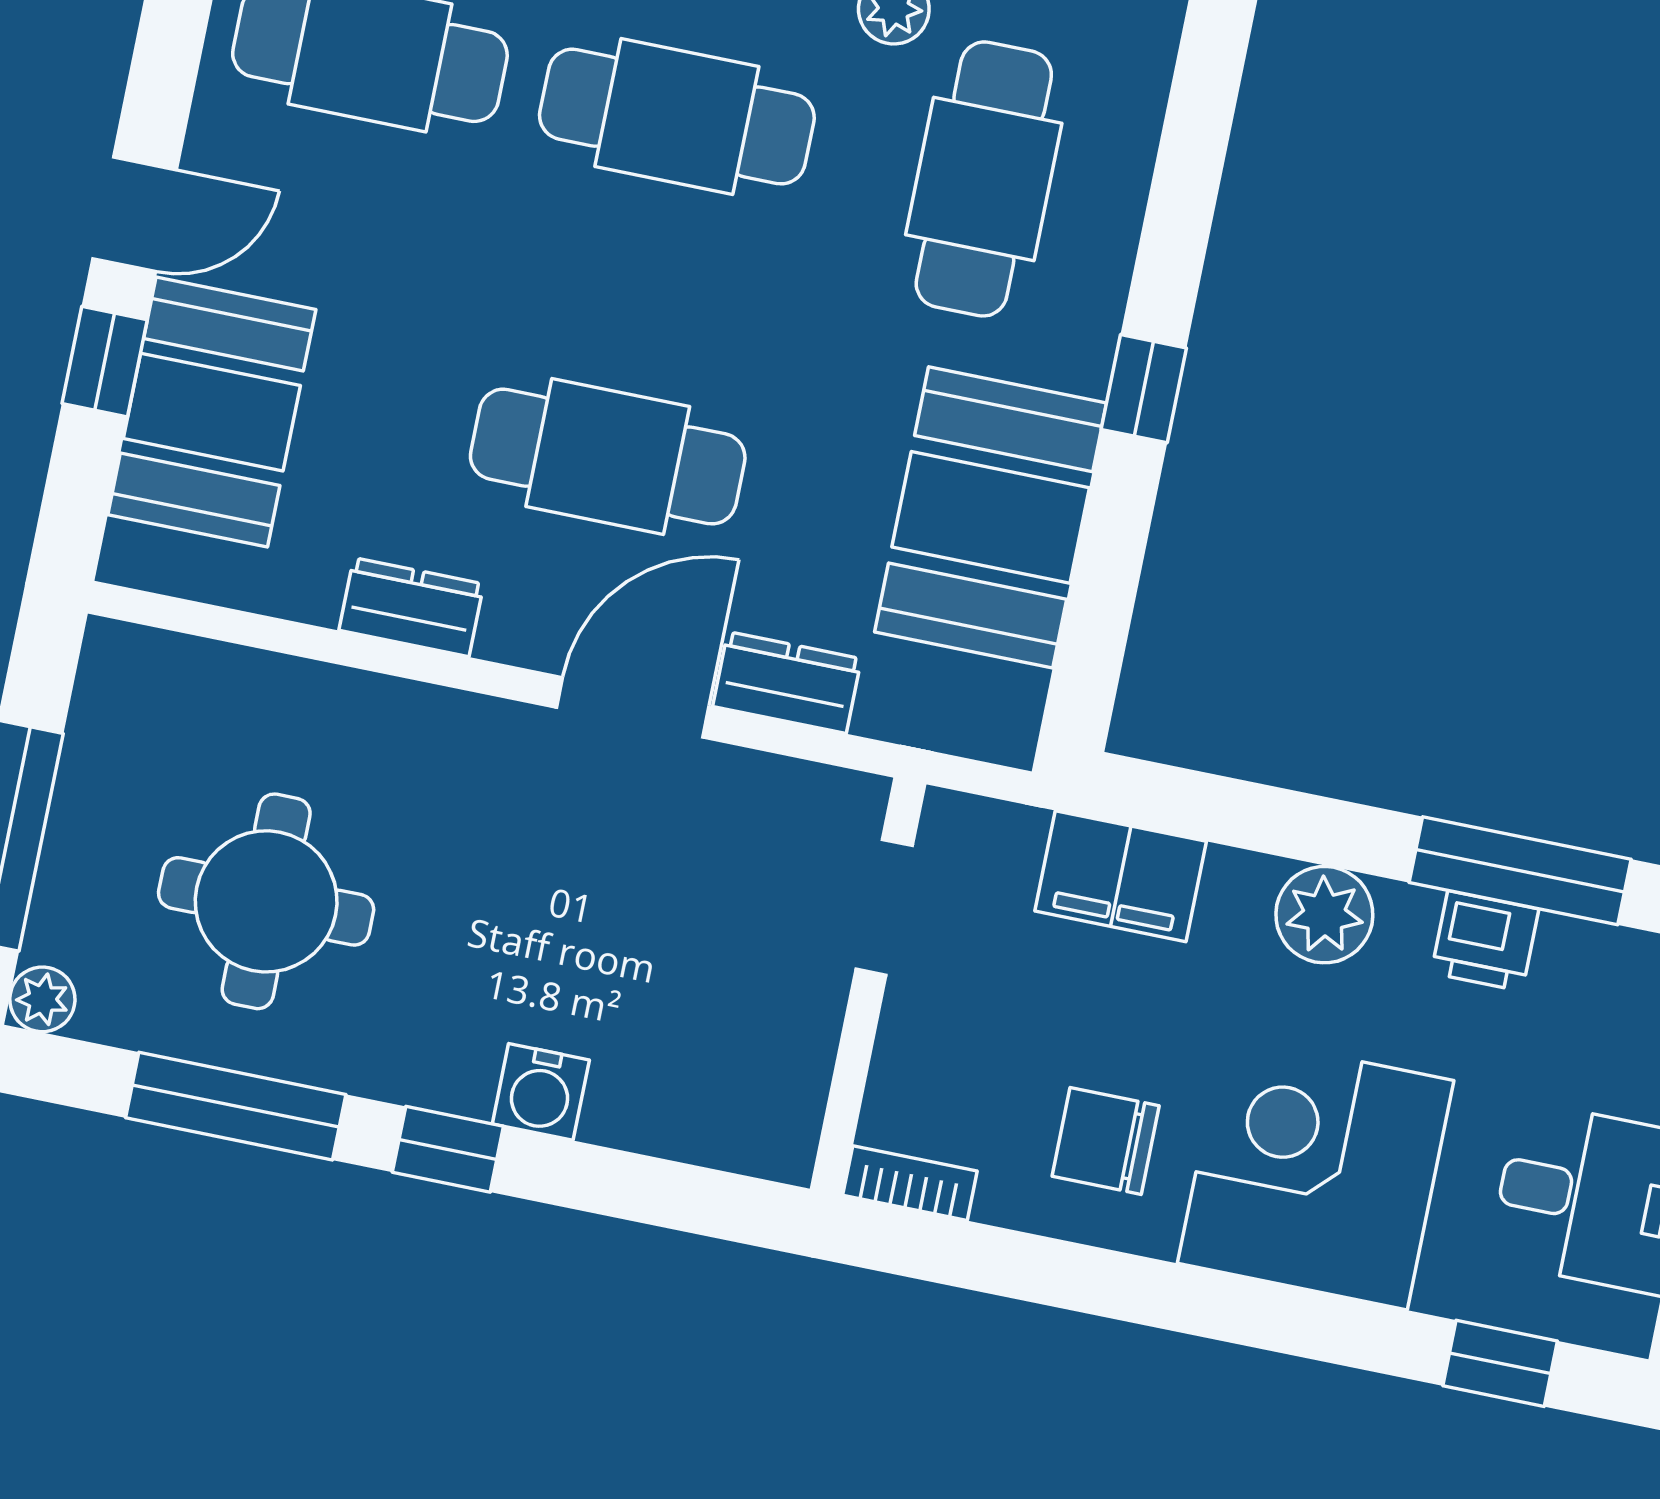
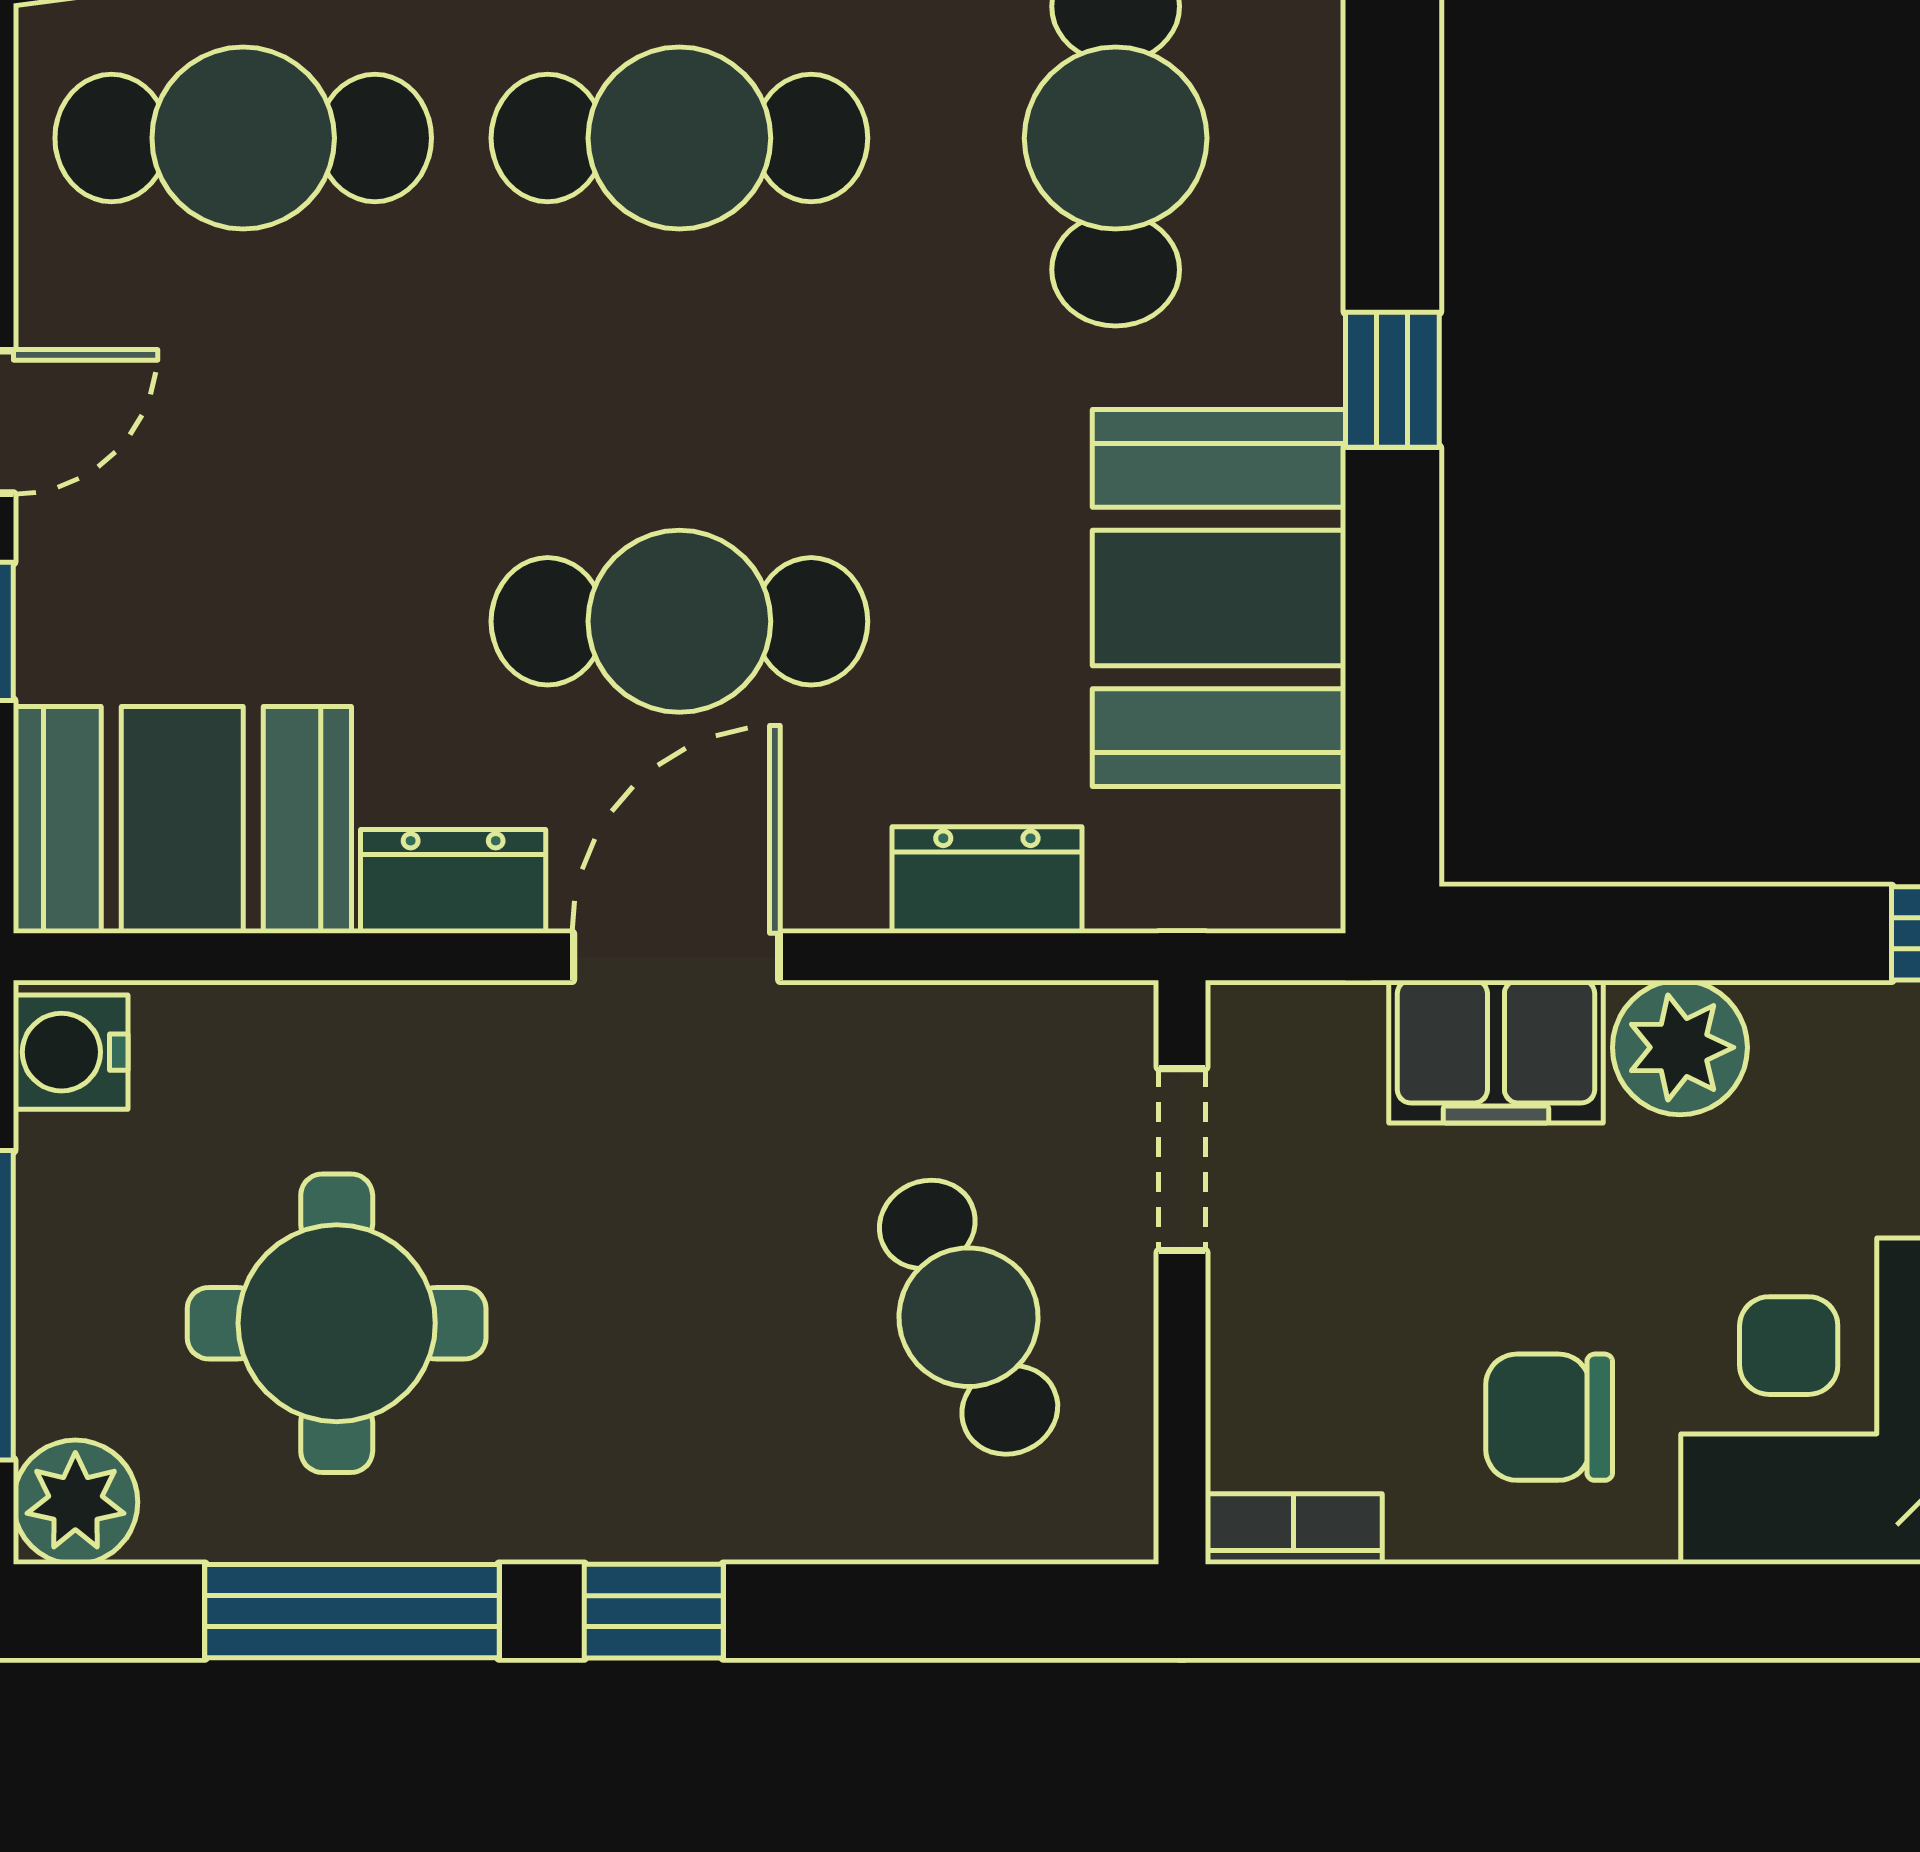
booth: (212, 412) -> (182, 820), moved, turned 90
door: (633, 707) -> (676, 957), moved
plant: (1324, 915) -> (1680, 1047), moved
cafe table: (712, 988) -> (969, 1317), added
plant: (42, 999) -> (75, 1502), width x1.38, depth x1.38
water cooler: (541, 1092) -> (71, 1052), moved, turned 90

